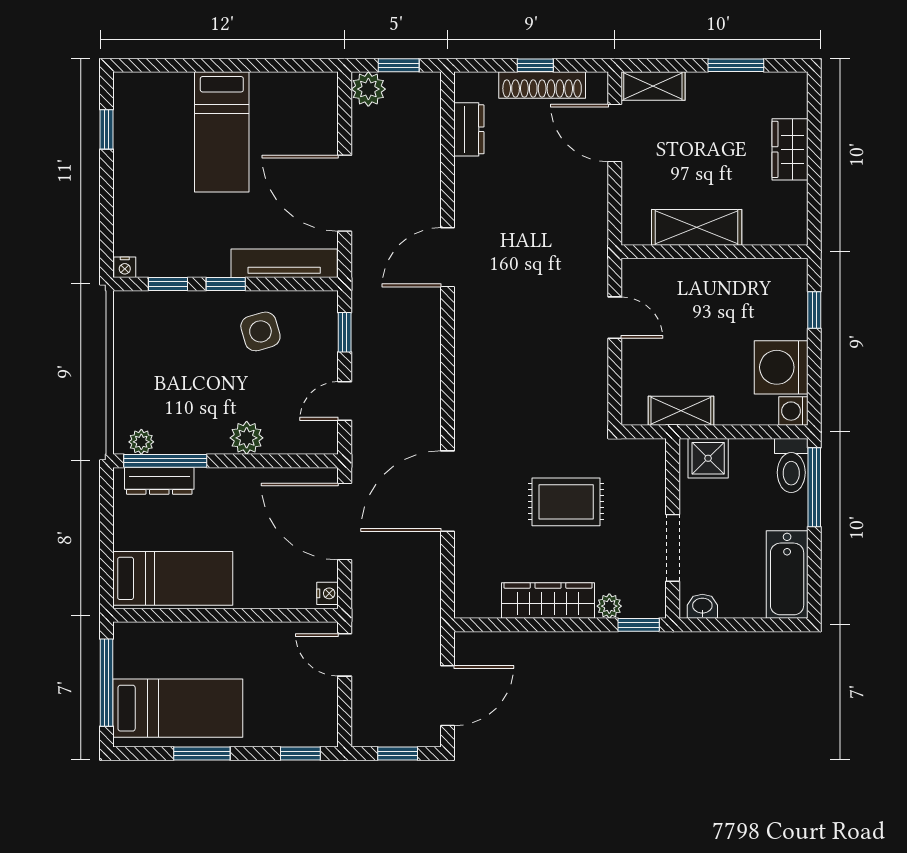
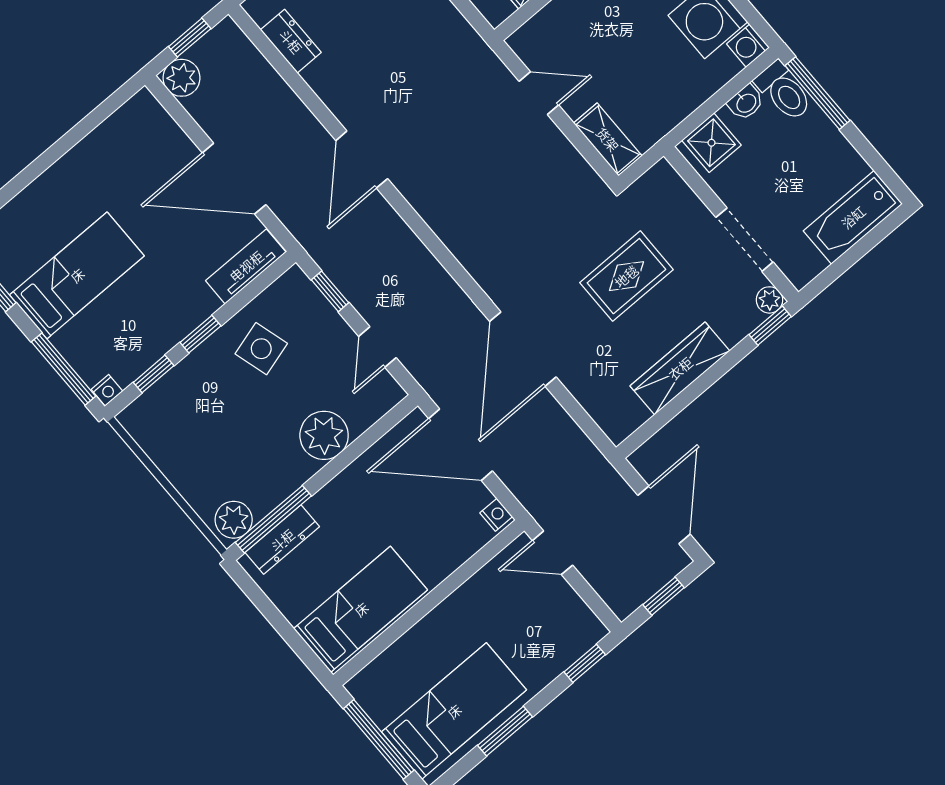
bed: (222, 132) -> (77, 275), moved, turned -90
window: (107, 226) -> (64, 369), added
tv unit: (284, 263) -> (246, 266), width x0.71
shelving: (681, 411) -> (608, 139), moved, turned 90
plant: (247, 438) -> (324, 435), width x1.36, depth x1.36
plant: (141, 442) -> (234, 520), width x1.38, depth x1.38
bathtub: (787, 575) -> (853, 217), moved, turned 90
plant: (609, 606) -> (769, 300), moved
washbasin: (702, 606) -> (746, 103), moved, turned 180

